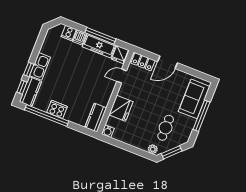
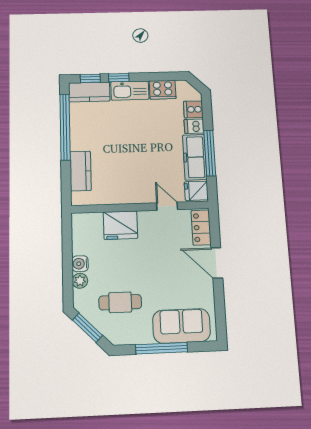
cooker: (57, 109) -> (163, 90), moved, turned 90
kitchen counter: (96, 118) -> (80, 171), moved, turned 90
water cooler: (108, 131) -> (80, 264), moved
plant: (153, 149) -> (80, 281), moved

